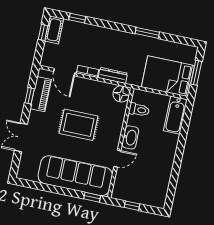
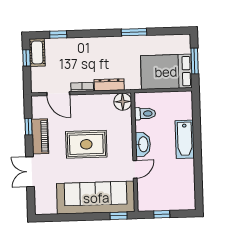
piano: (41, 94) -> (40, 136), moved
bathtub: (175, 115) -> (185, 139), moved

